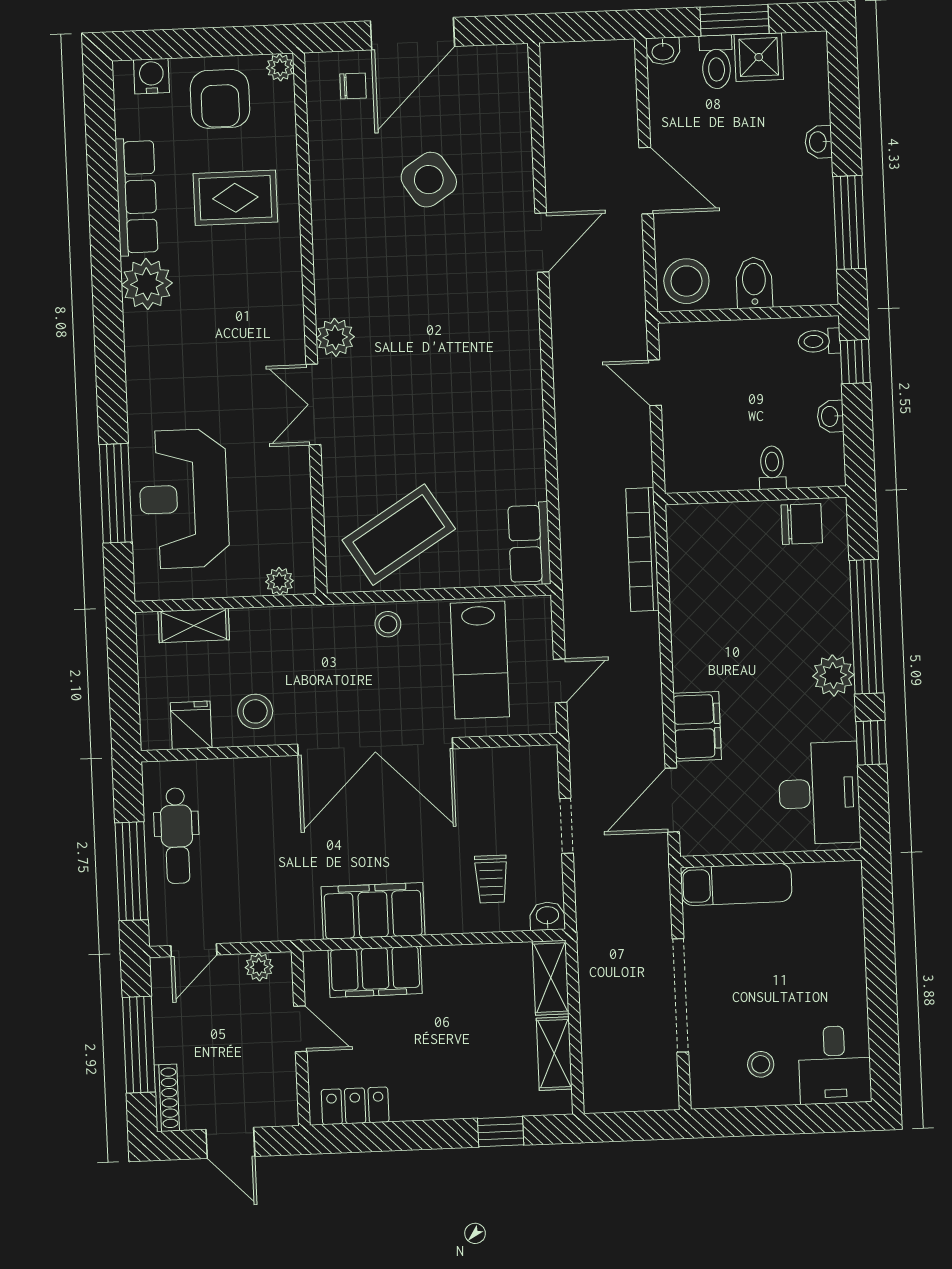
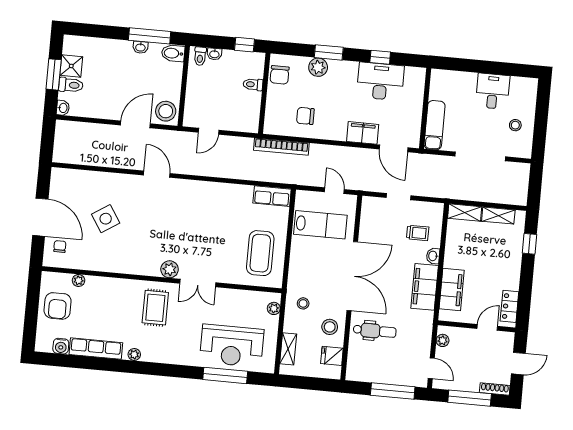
plant: (280, 67) -> (79, 280), moved
water cooler: (151, 76) -> (61, 346), moved, turned -90
armchair: (220, 99) -> (58, 306), turned 90
washbasin: (819, 142) -> (140, 47), moved
door: (646, 181) -> (135, 124), moved
rug: (235, 198) -> (155, 308), moved
door: (542, 242) -> (157, 174), moved
bidet: (754, 283) -> (173, 53), moved
plant: (147, 284) -> (134, 354), width x0.53, depth x0.53
window: (855, 362) -> (244, 45), moved
washbasin: (830, 416) -> (214, 54), moved
chair: (802, 524) -> (280, 75), turned 180
coffee table: (399, 535) -> (260, 253), turned 32
chair: (718, 594) -> (305, 116), added
stool: (388, 624) -> (303, 303), moved
window: (866, 627) -> (329, 52), width x0.47
plant: (833, 675) -> (318, 67), moved
desk: (819, 793) -> (380, 81), moved
dental chair: (177, 836) -> (375, 331), moved
washbasin: (547, 916) -> (433, 256), moved
door: (300, 1029) -> (487, 327), moved
desk: (835, 1065) -> (493, 91), moved, turned -90

